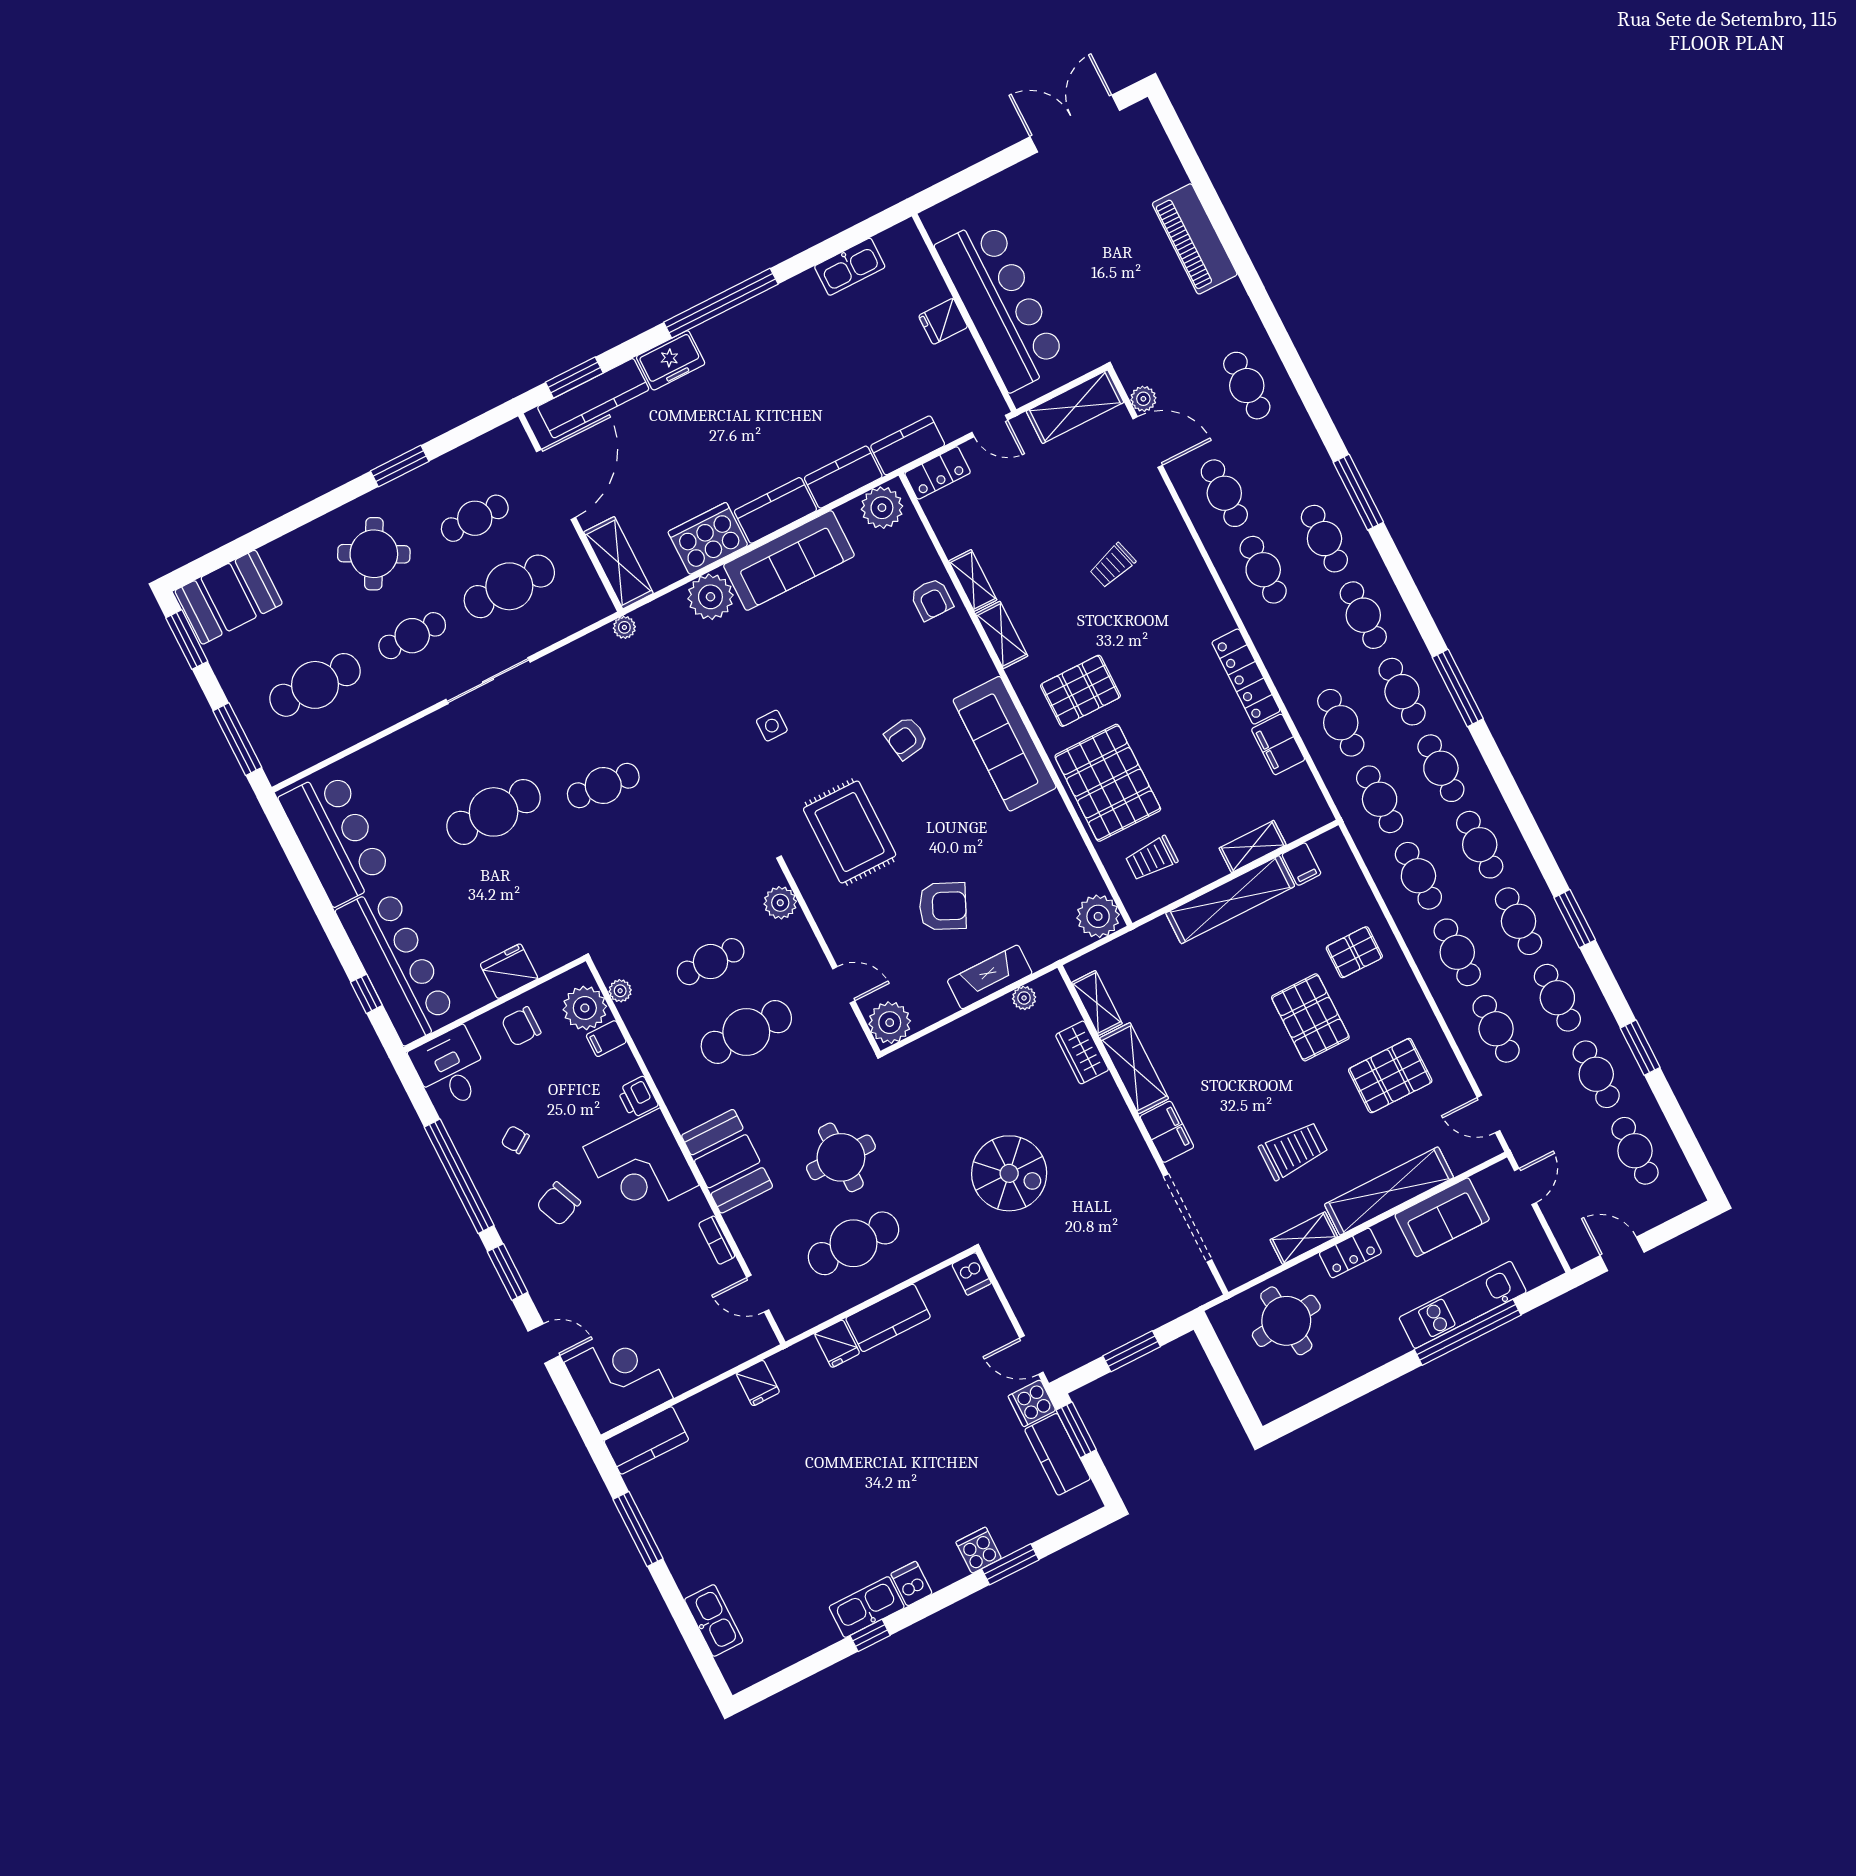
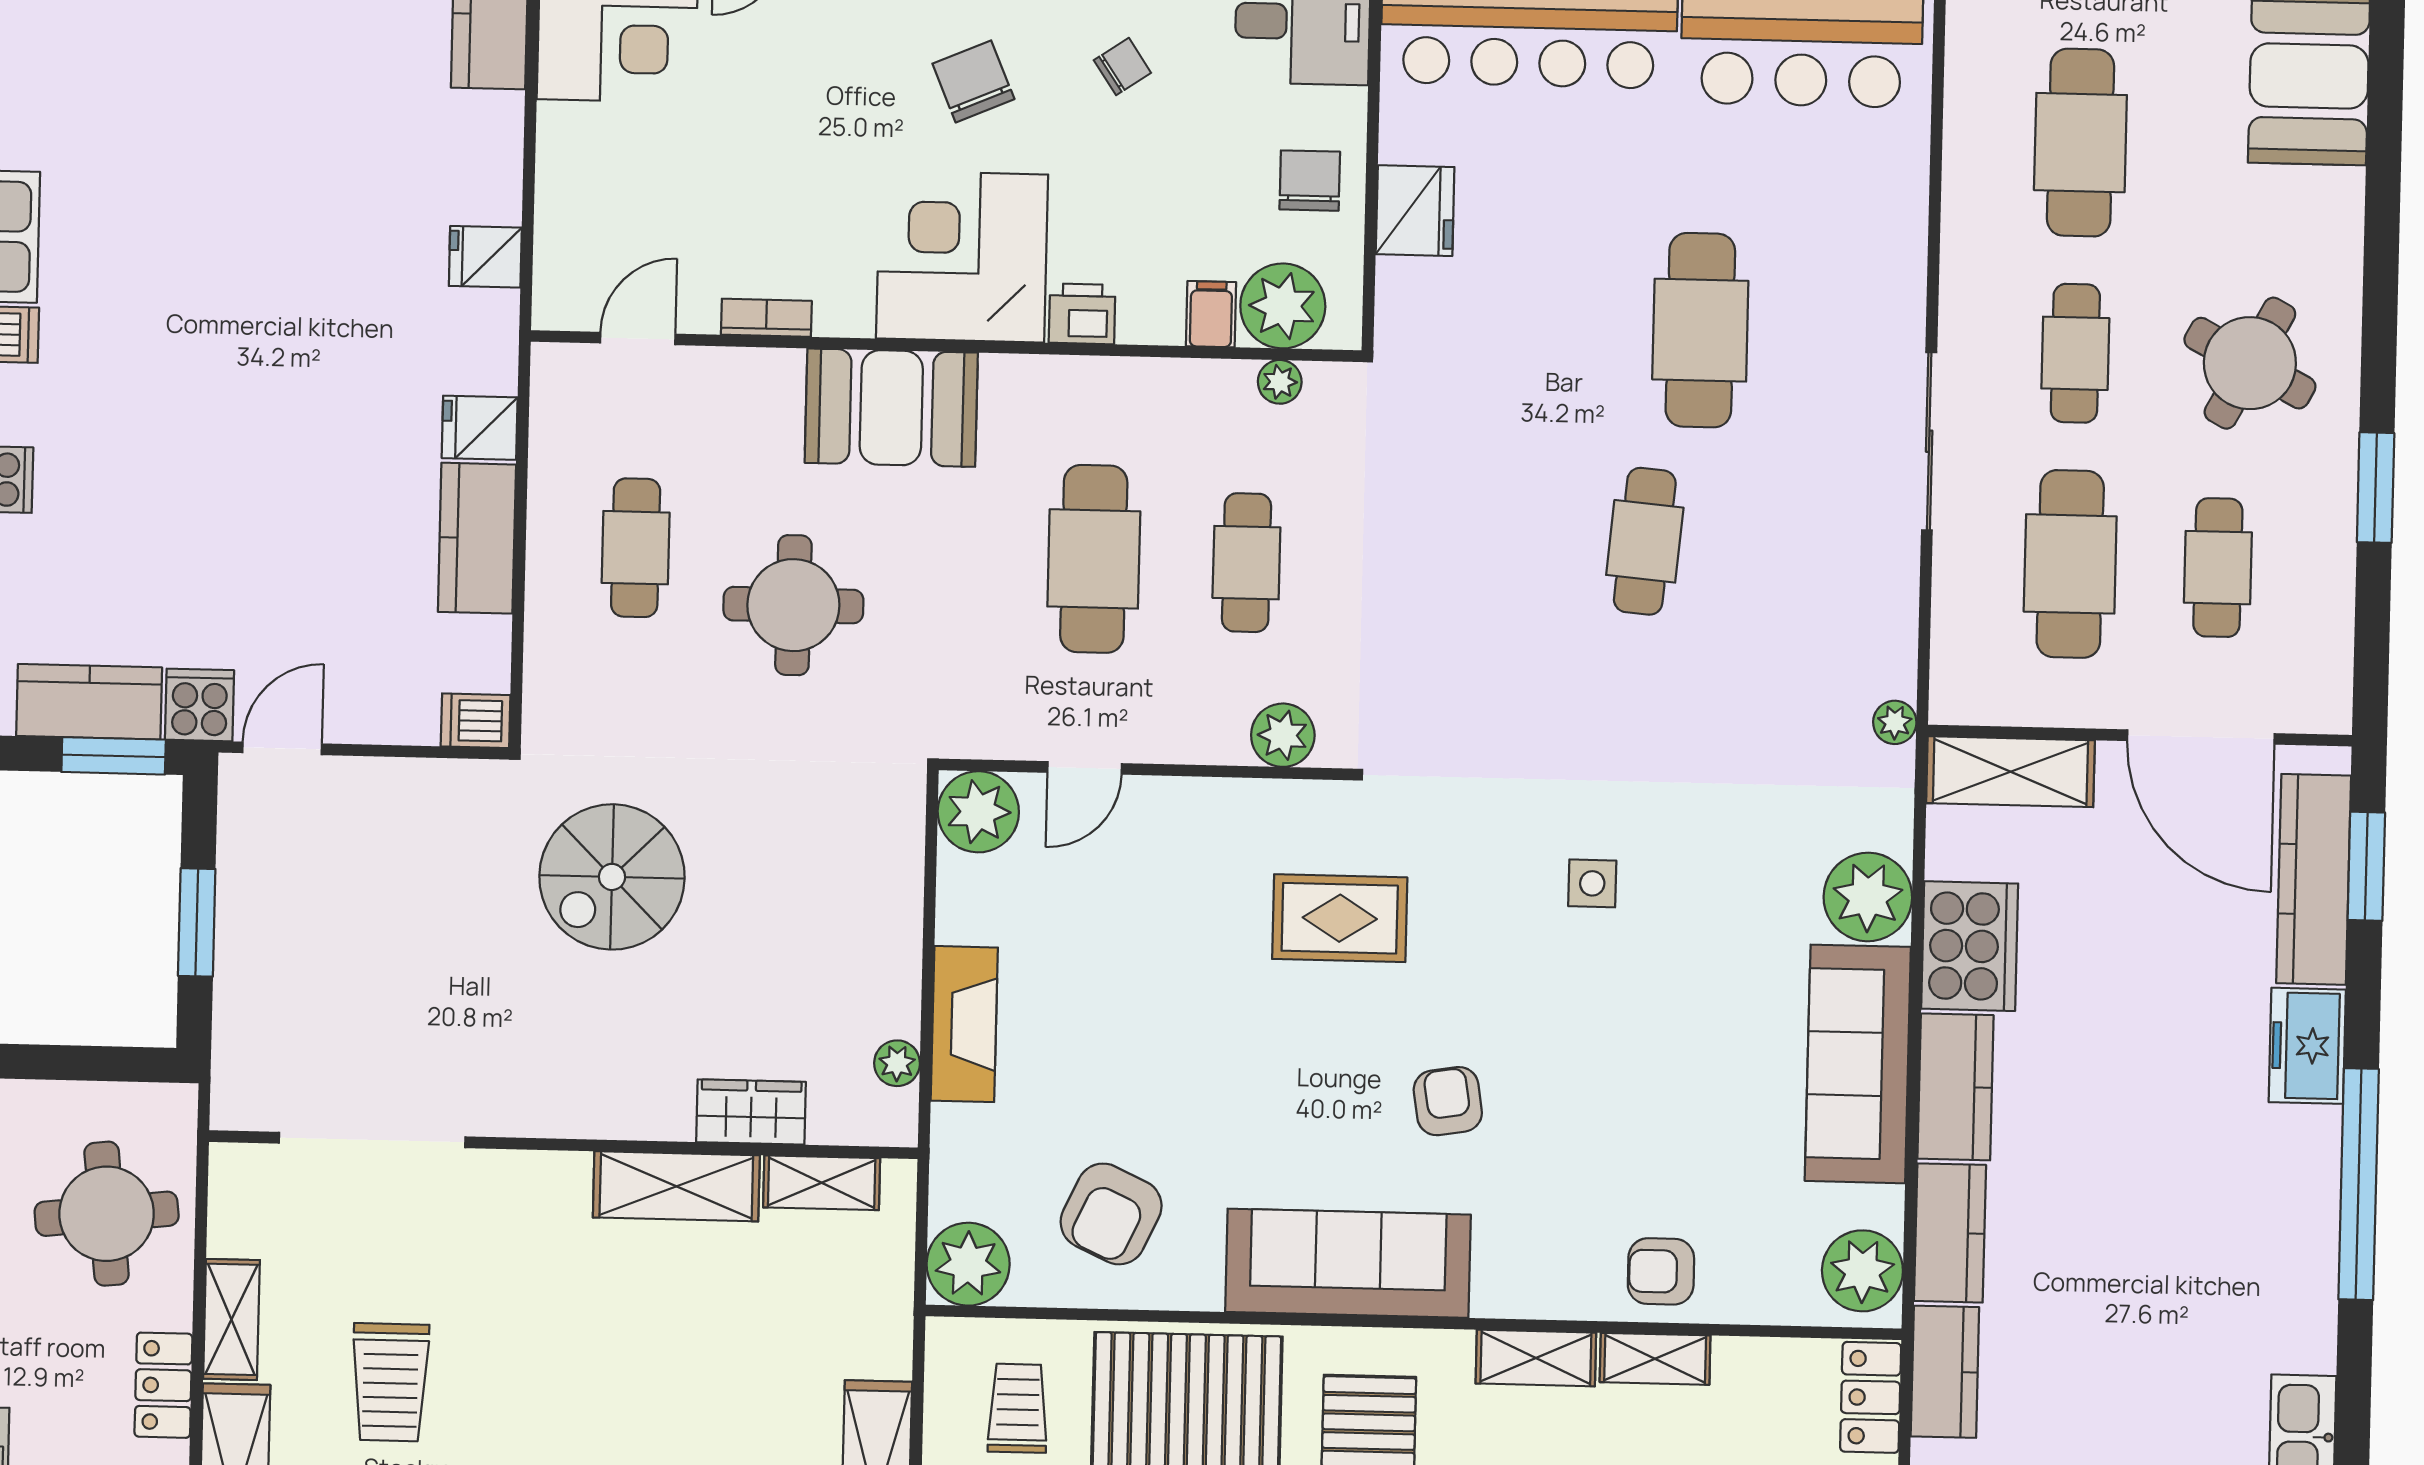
rug: (850, 832) -> (1340, 918), width x0.73, depth x0.70
armchair: (943, 906) -> (1111, 1214), moved
filing cabinet: (1167, 1132) -> (538, 1184), removed
cafe table: (853, 1243) -> (636, 548), width x0.73, depth x0.74

